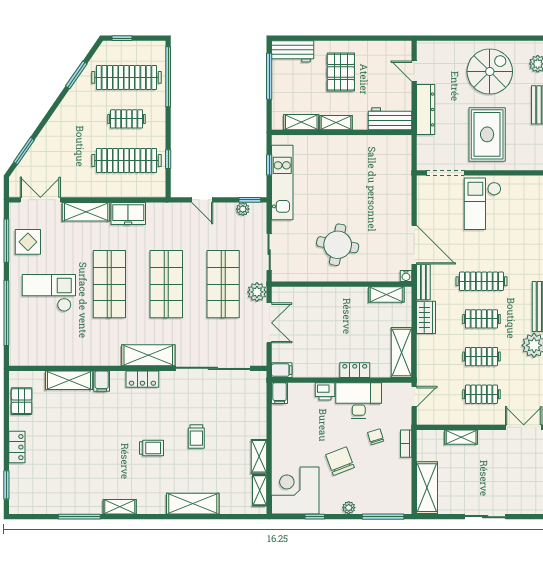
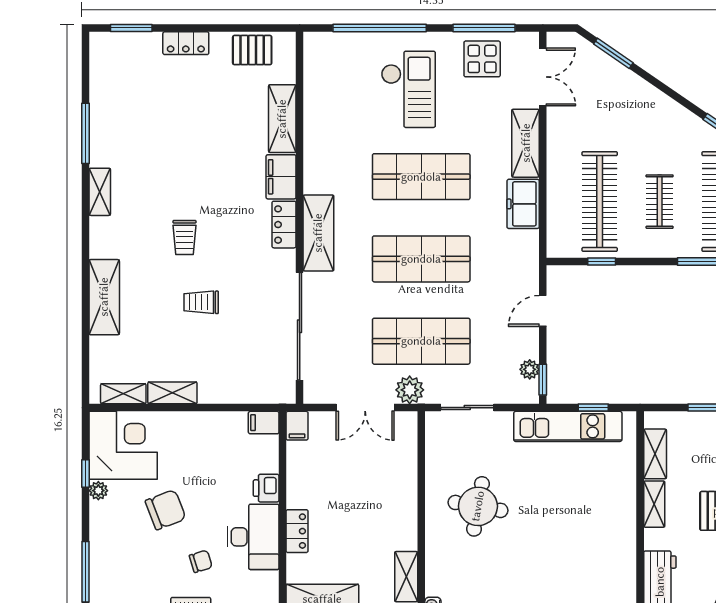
filing cabinet: (102, 381) -> (281, 177), width x2.00
plant: (349, 508) -> (98, 491), moved

